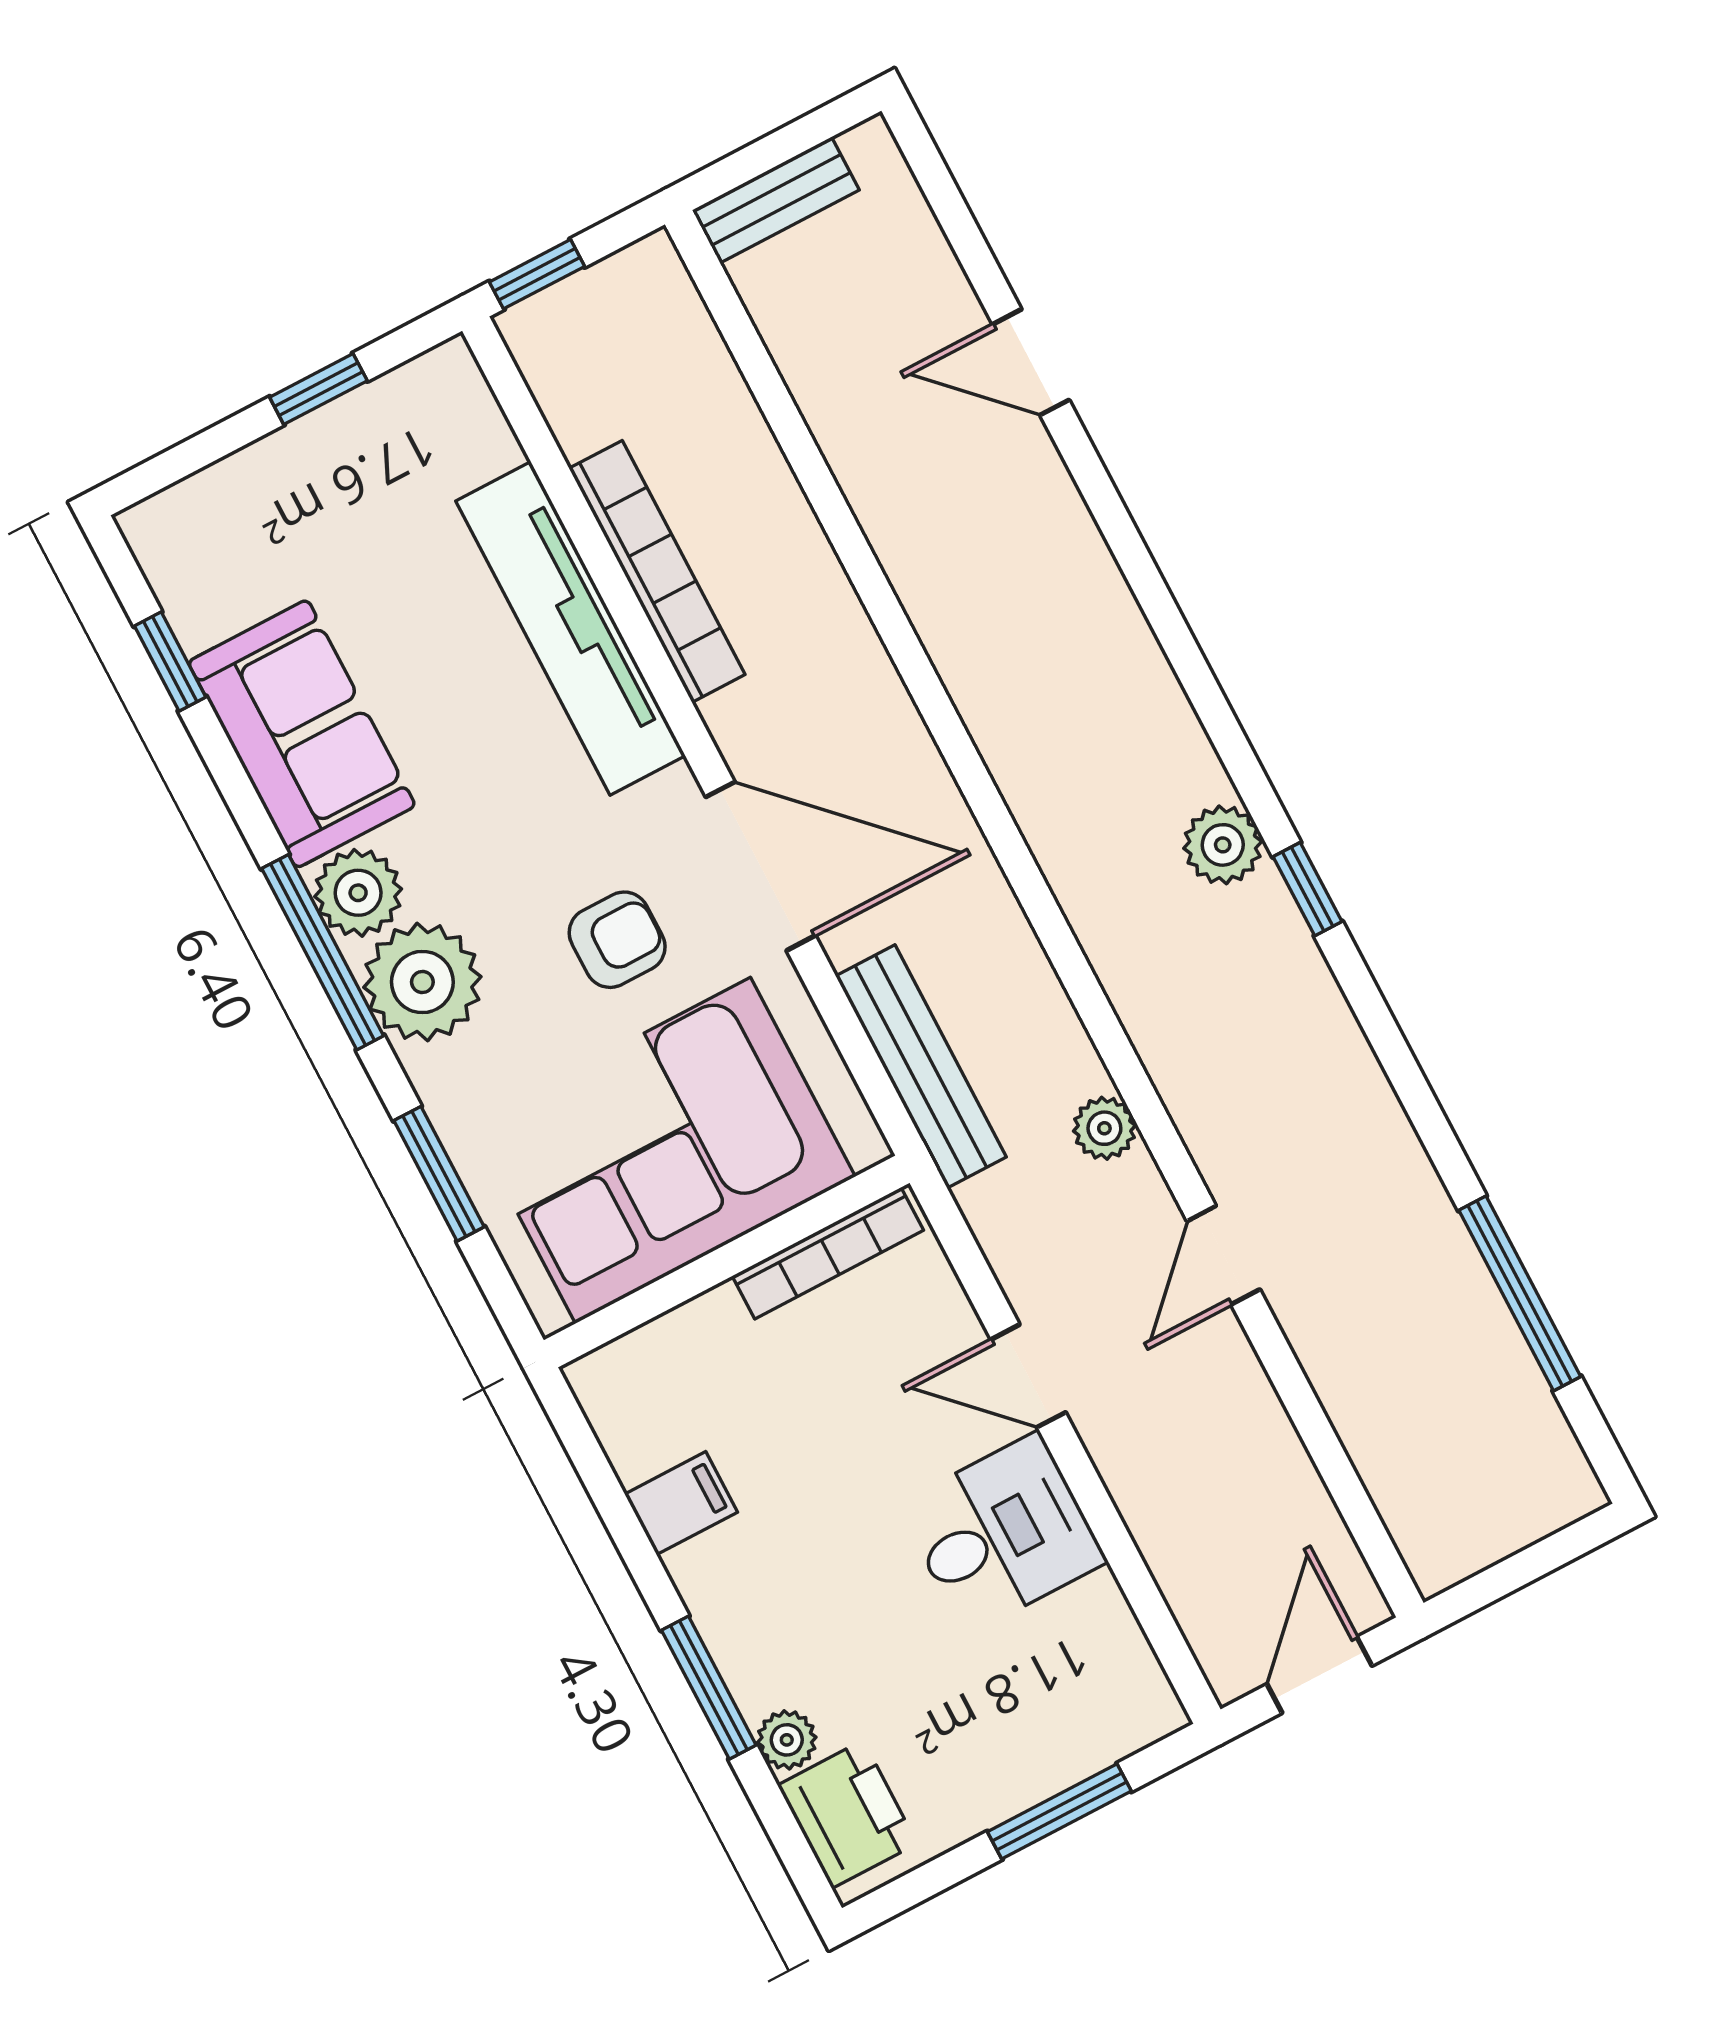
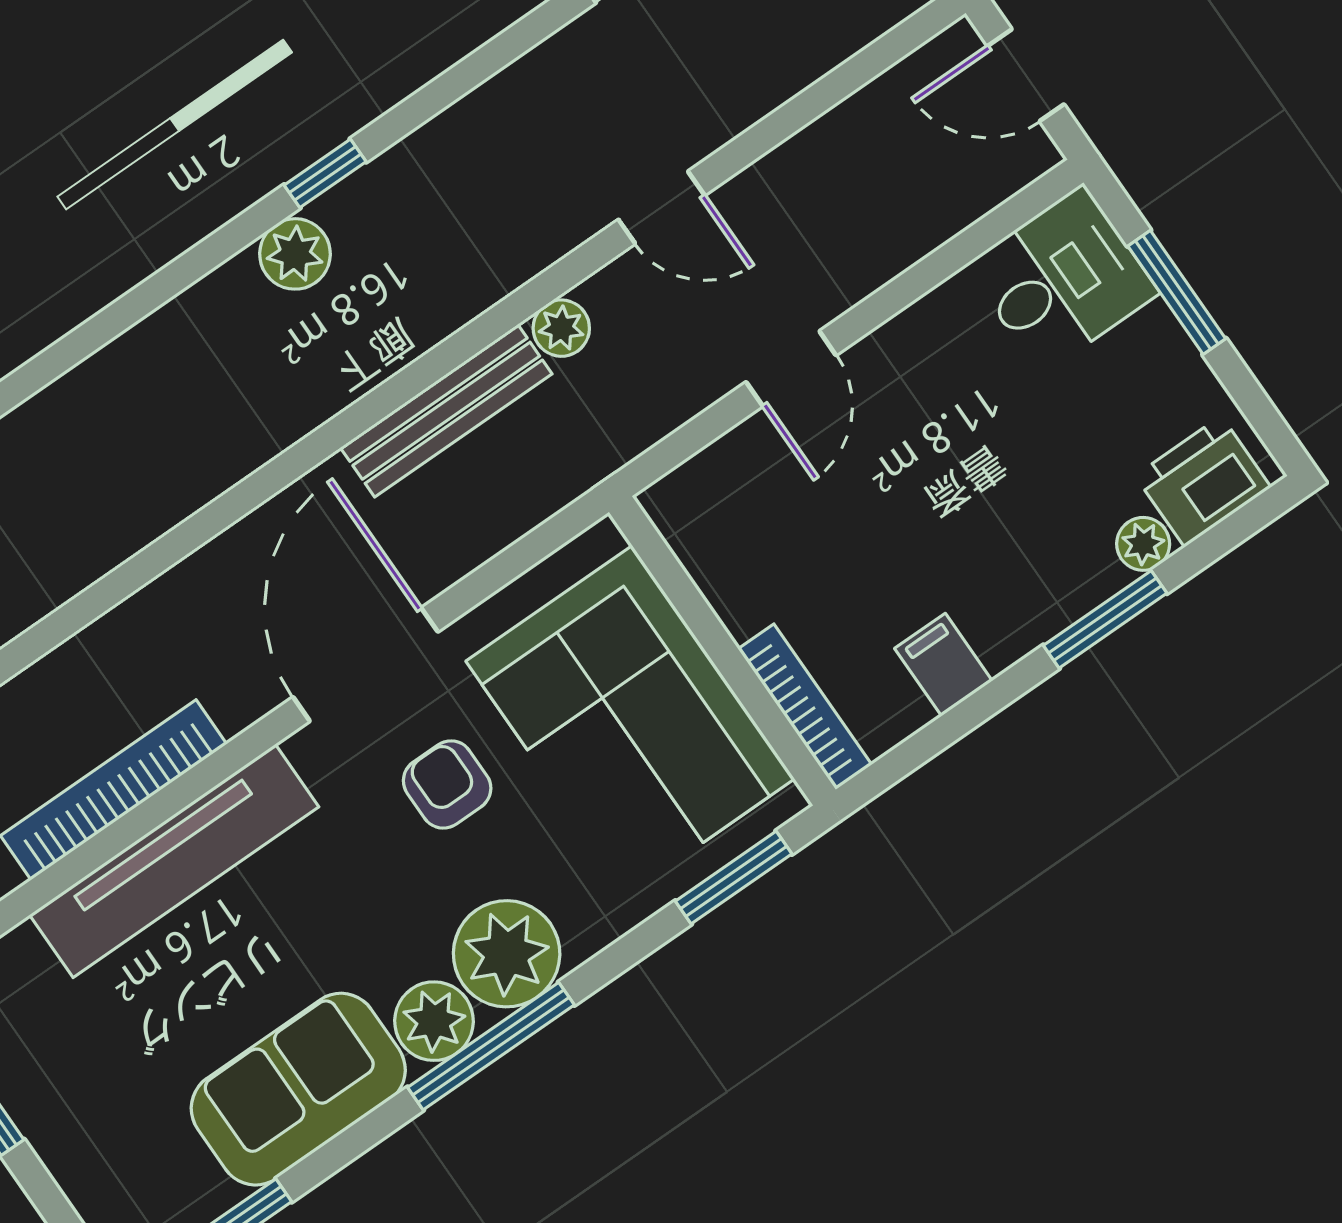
bench: (921, 1066) -> (446, 411), moved
window: (439, 1174) -> (734, 877), moved
bookcase: (828, 1253) -> (805, 707), moved
desk: (1002, 1533) -> (1062, 279), moved, turned 90

